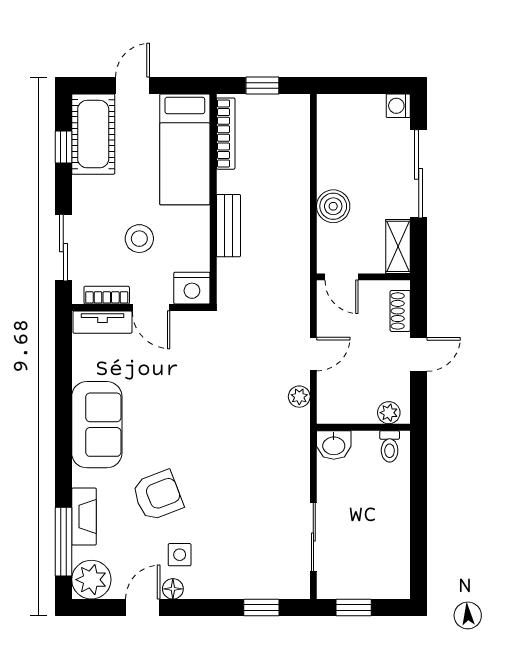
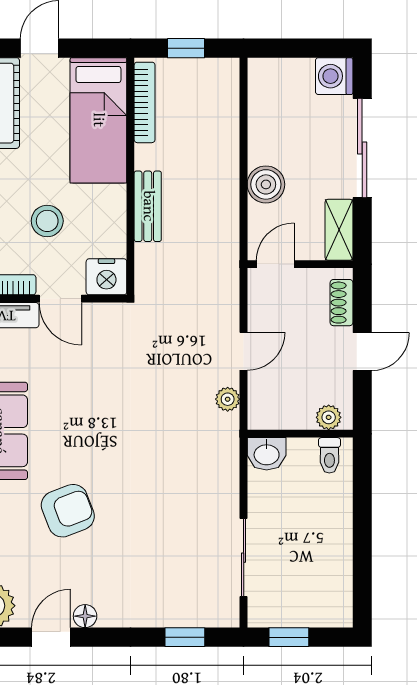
washing machine: (398, 106) -> (334, 76), width x1.38, depth x1.38
door: (341, 277) -> (275, 264), swing flipped
side table: (180, 555) -> (93, 578), removed

